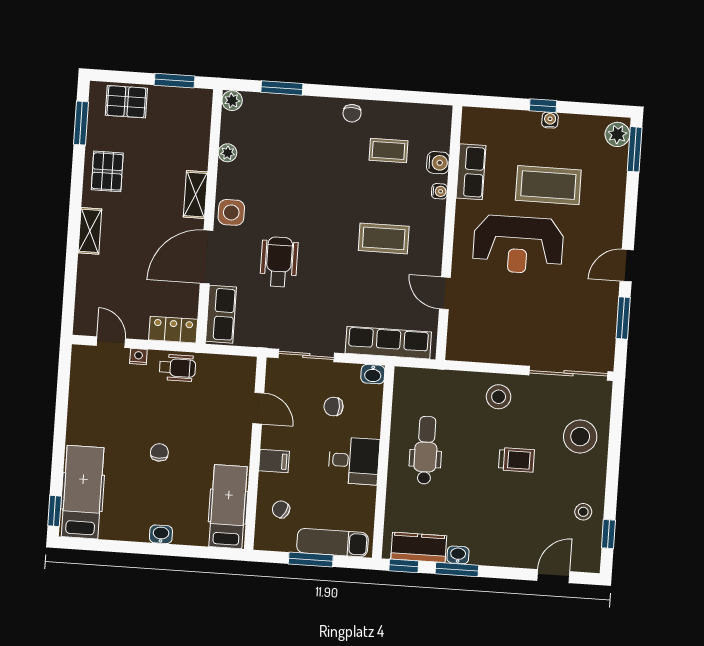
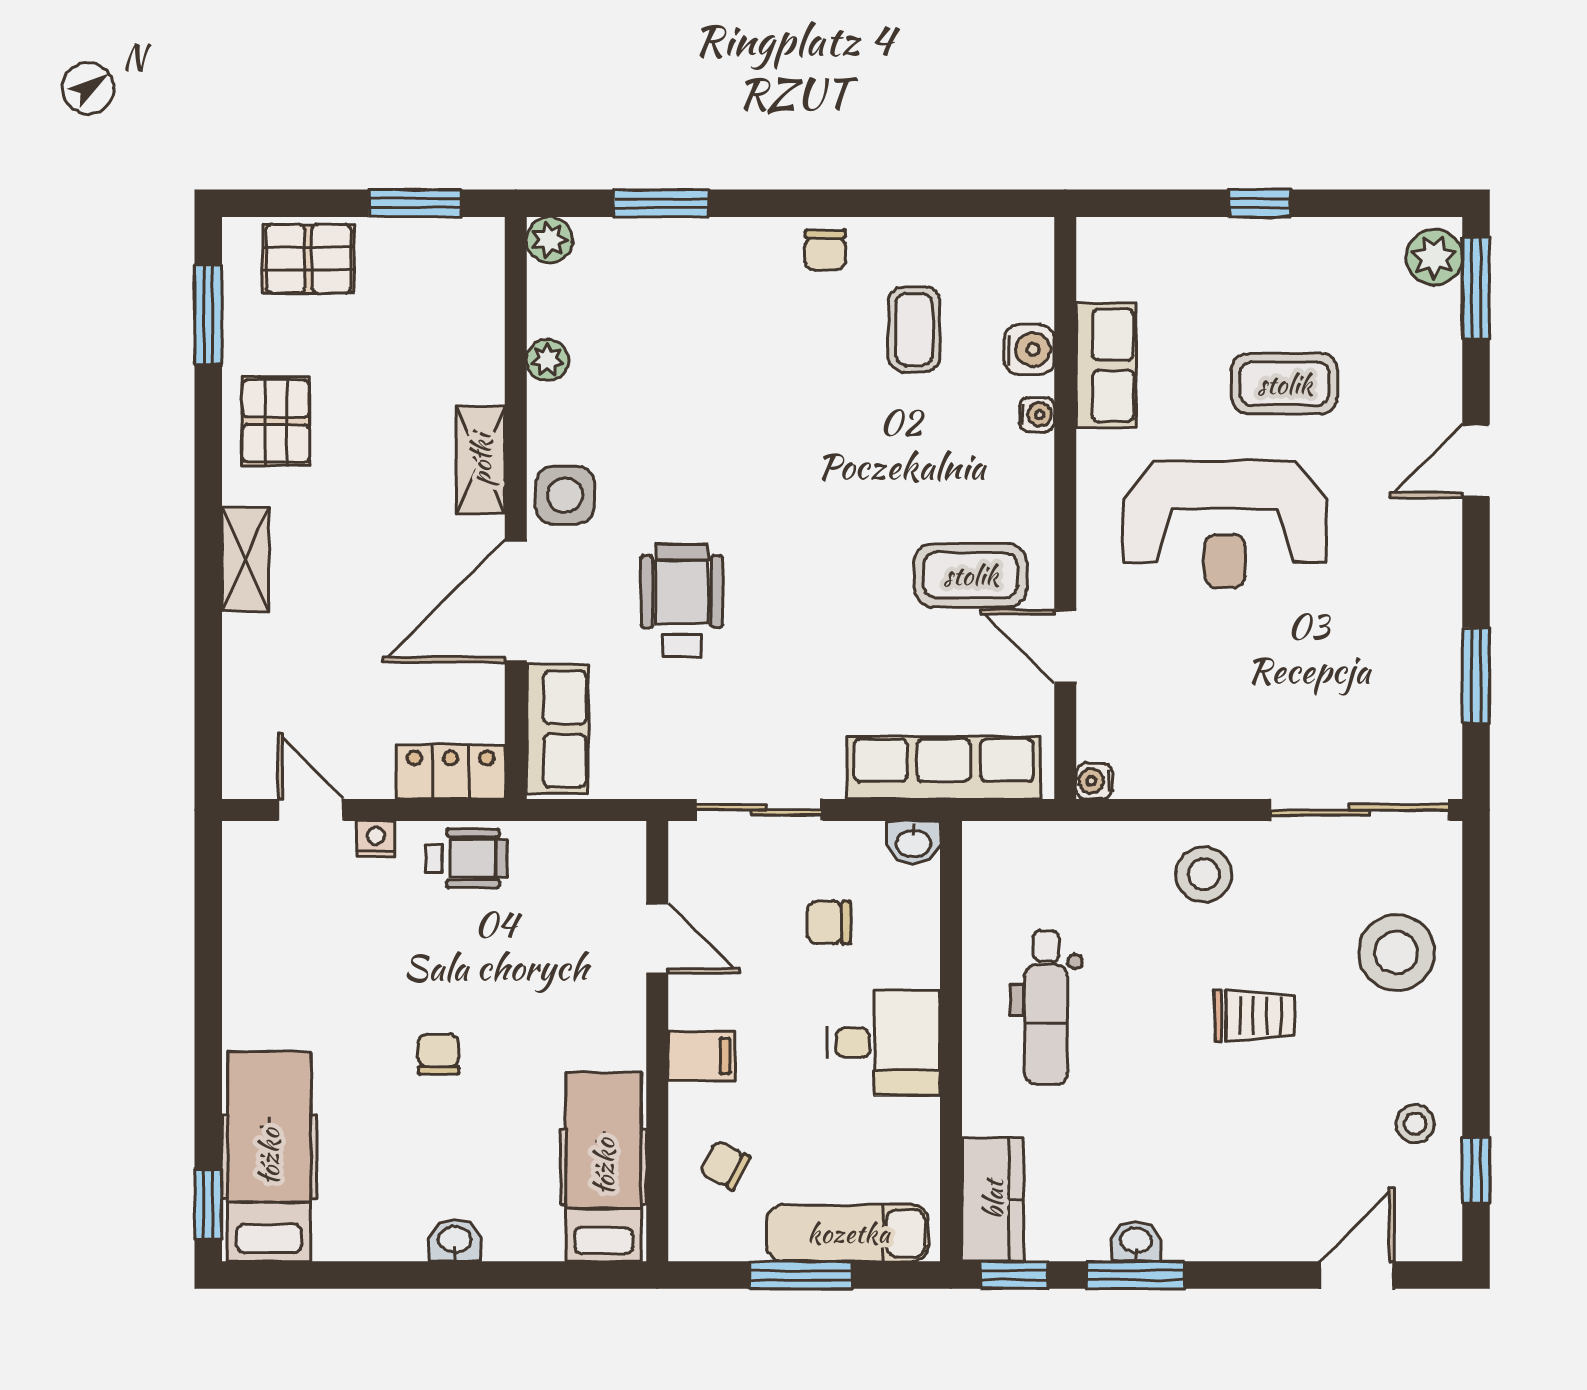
water cooler: (550, 120) -> (1094, 781), moved, turned -90
coffee table: (388, 150) -> (914, 329), turned 90
coffee table: (548, 185) -> (1285, 384), width x0.73, depth x0.76
coffee table: (384, 238) -> (971, 575), moved
door: (627, 266) -> (1476, 461), moved
dental chair: (426, 450) -> (1046, 1008), turned 180
kitchen counter: (419, 547) -> (993, 1200), moved, turned 90

